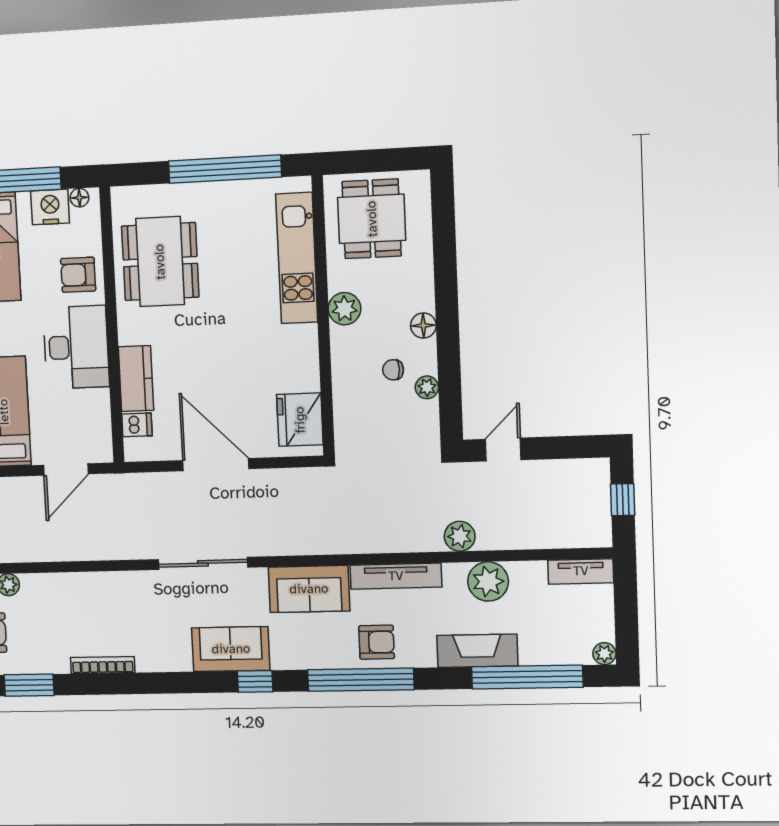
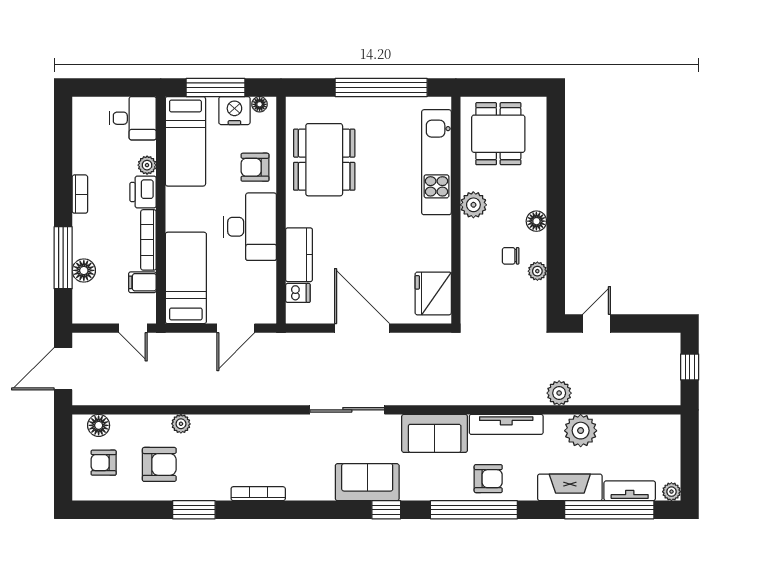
tv unit: (581, 571) -> (630, 491), moved, turned 180

